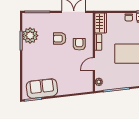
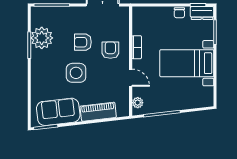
wardrobe: (101, 23) -> (140, 20), removed
side table: (55, 61) -> (76, 73), added
door: (94, 64) -> (131, 78), swing flipped
piano: (71, 88) -> (98, 112), added

